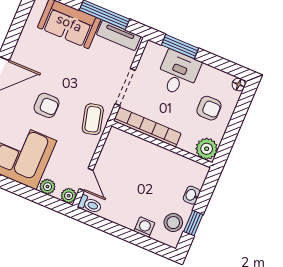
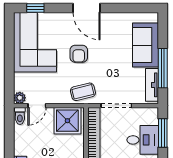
shower: (119, 151) -> (67, 121), added
plant: (47, 187) -> (20, 80), removed

